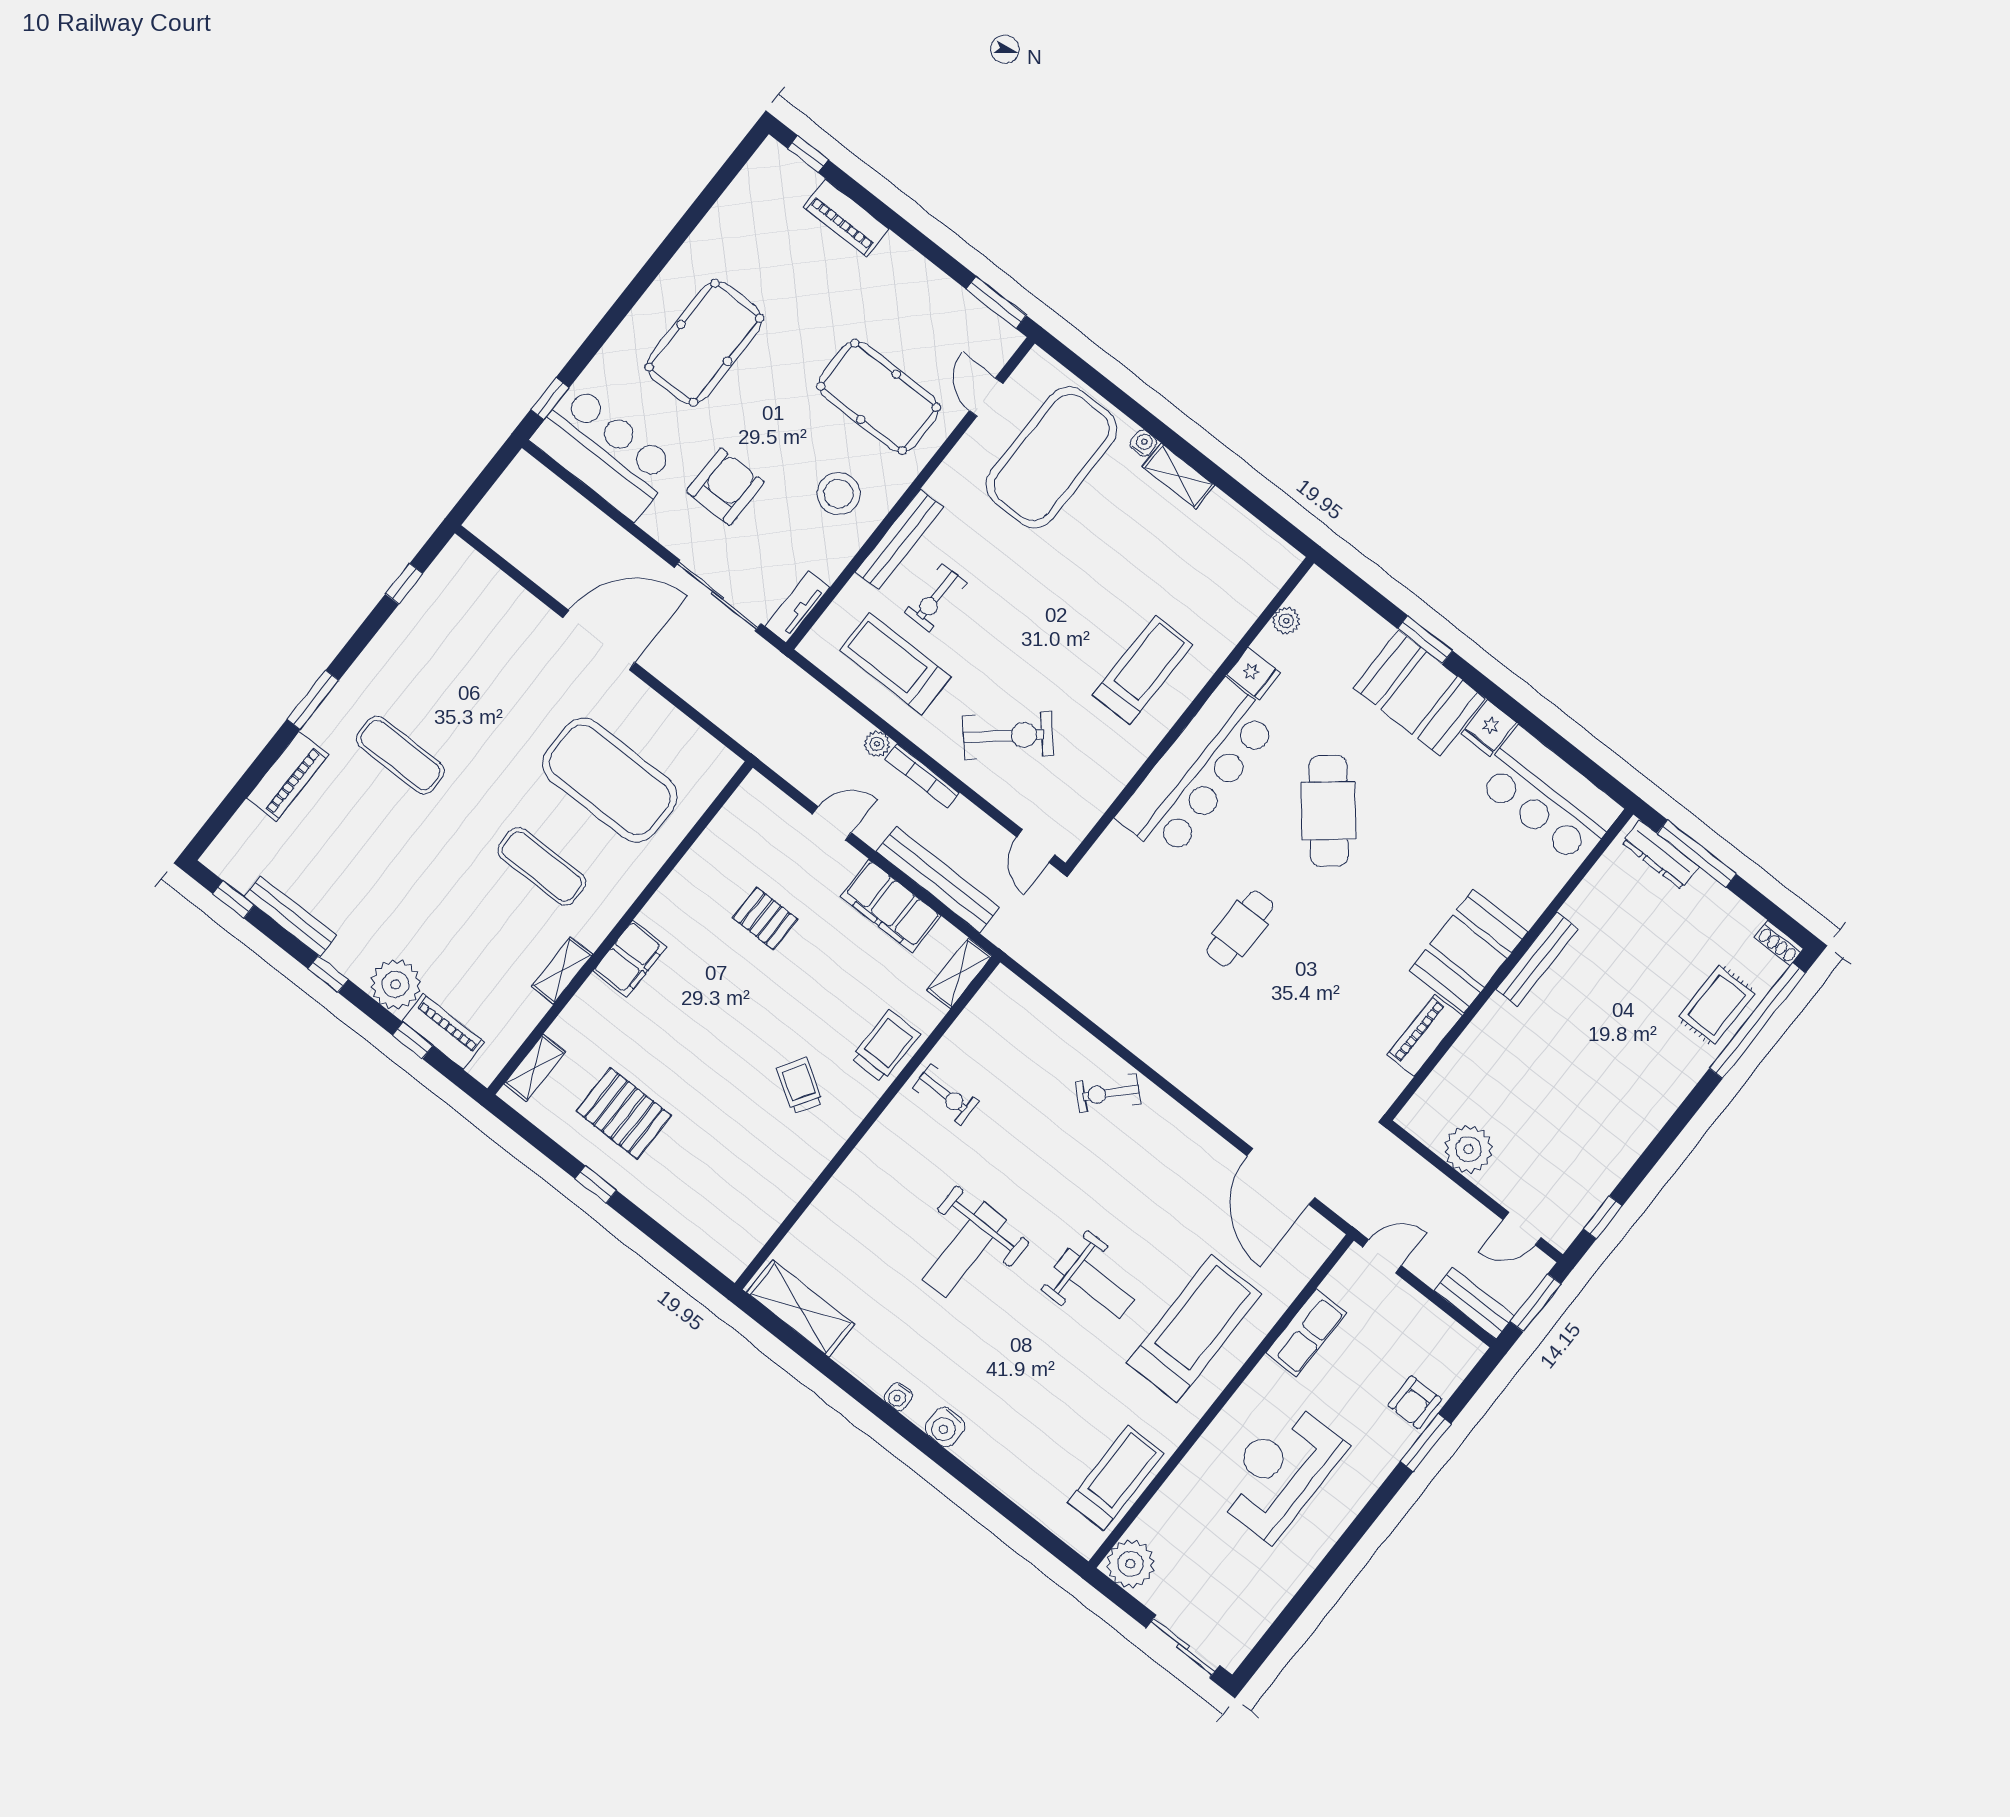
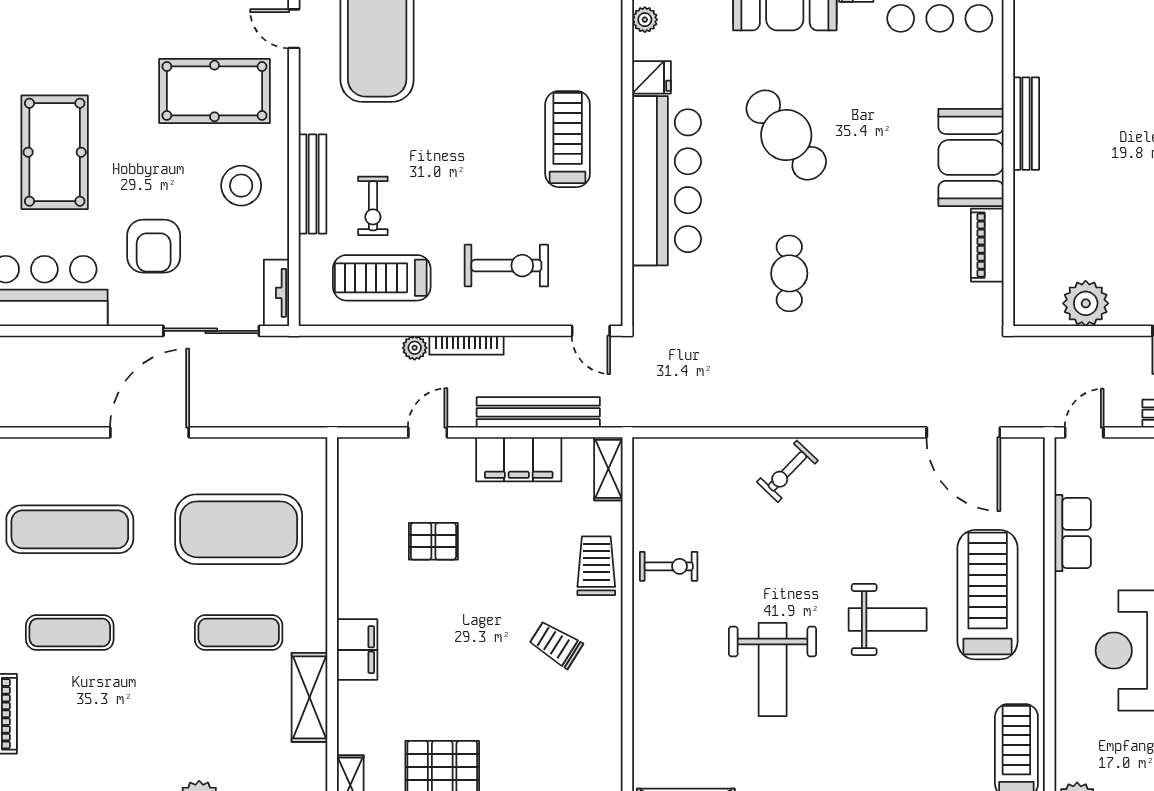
armchair: (725, 487) -> (154, 246), turned 180
exercise mat: (468, 669) -> (70, 529), added
exercise bike: (1008, 736) -> (506, 266), turned 41
shelving: (562, 970) -> (309, 697), width x1.50, depth x1.33

